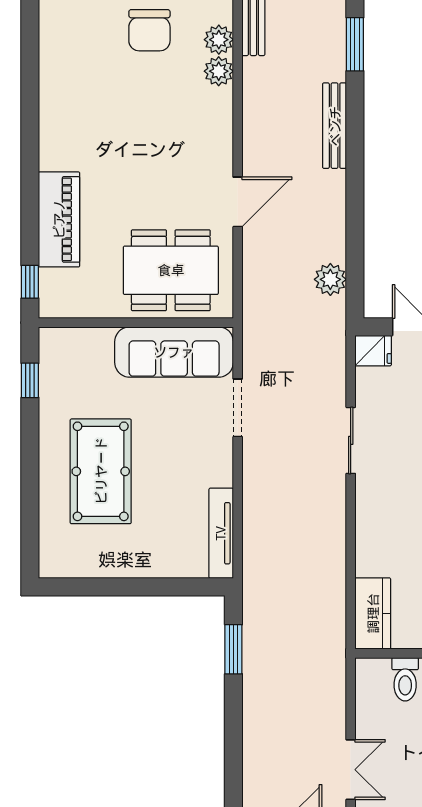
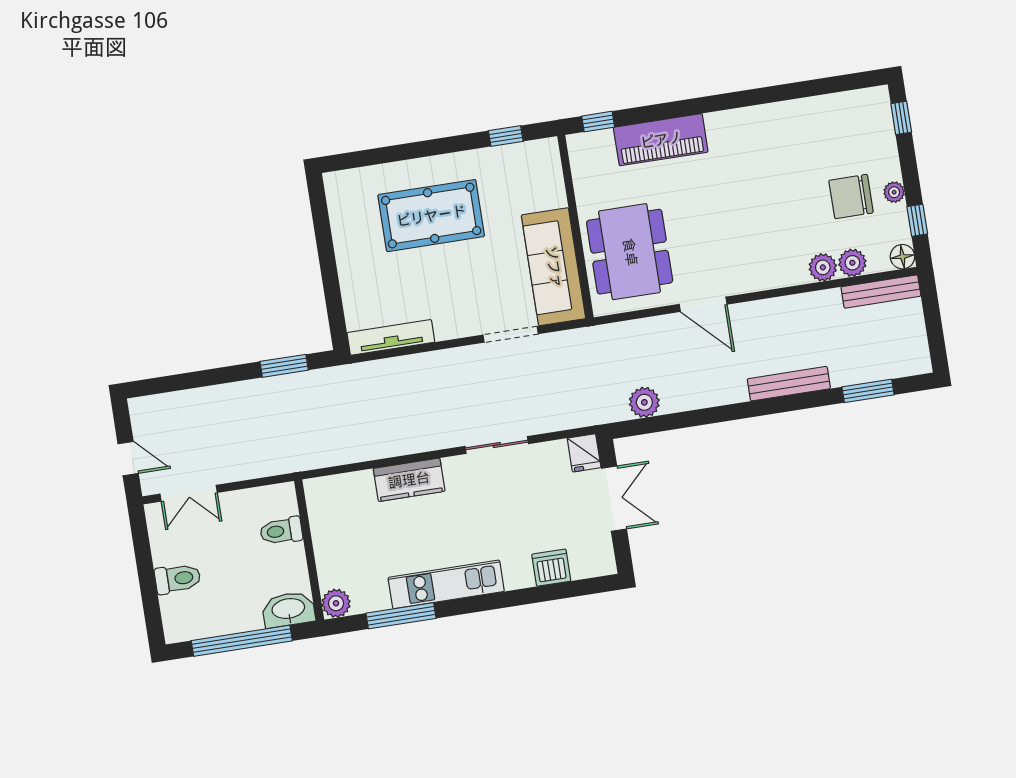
kitchen counter: (373, 613) -> (409, 480), moved

